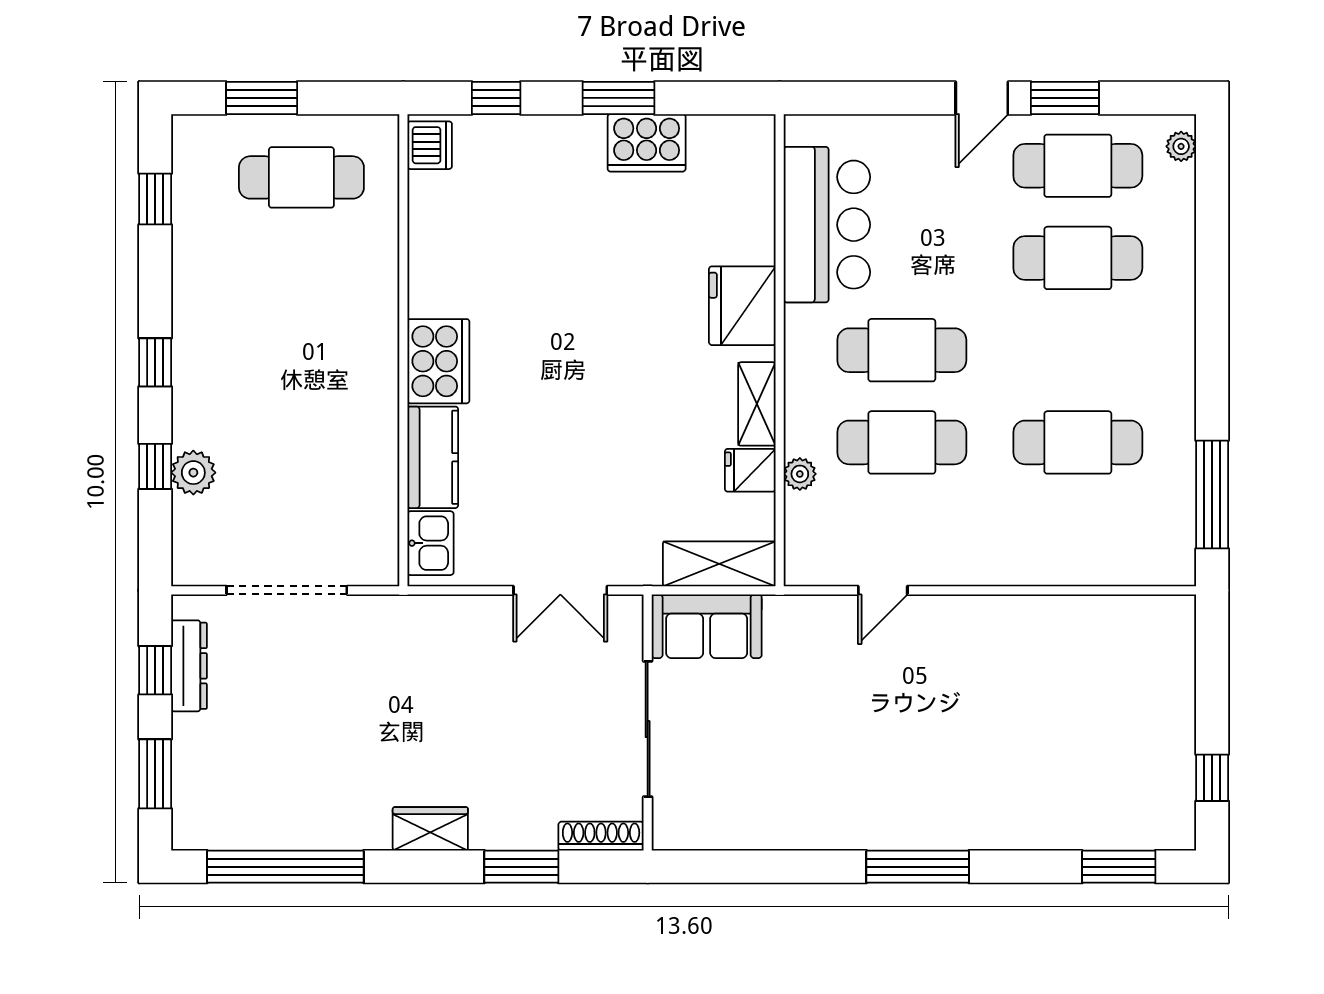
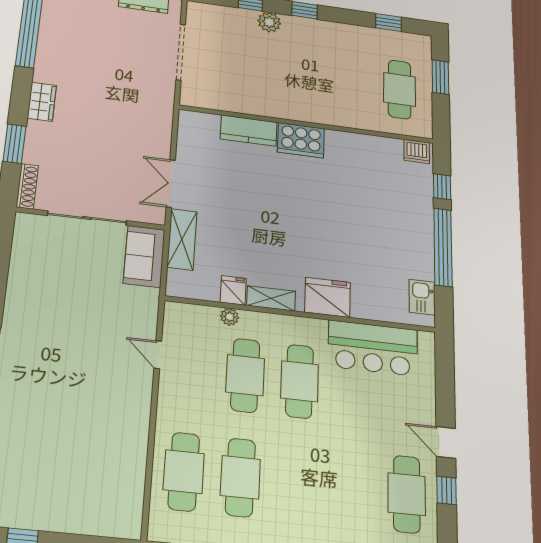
window: (618, 98) -> (443, 247), width x2.11
window: (1065, 98) -> (447, 490), width x0.67
cooker: (647, 143) -> (419, 259), removed
cafe table: (1078, 258) -> (184, 472), moved
plant: (193, 473) -> (269, 22), moved
kitchen sink: (430, 543) -> (422, 297), moved, turned 90
shelving: (719, 564) -> (182, 239), moved

